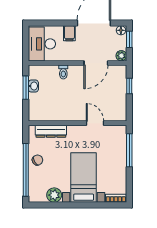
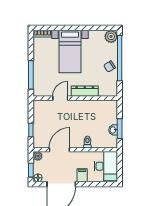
door: (95, 123) -> (60, 98), swing flipped
dresser: (51, 131) -> (85, 91), moved
plant: (54, 195) -> (111, 36), moved

